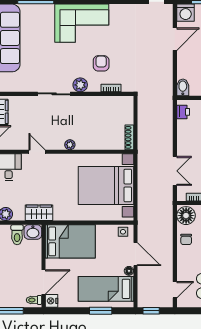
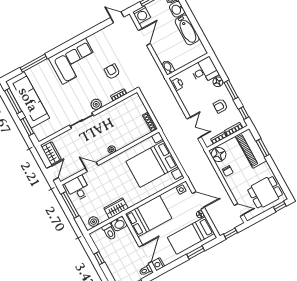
armchair: (101, 63) -> (112, 72), moved
door: (175, 290) -> (239, 210), hinge flipped

